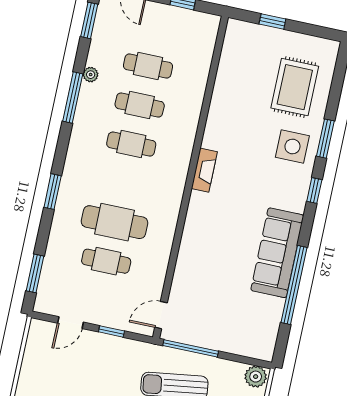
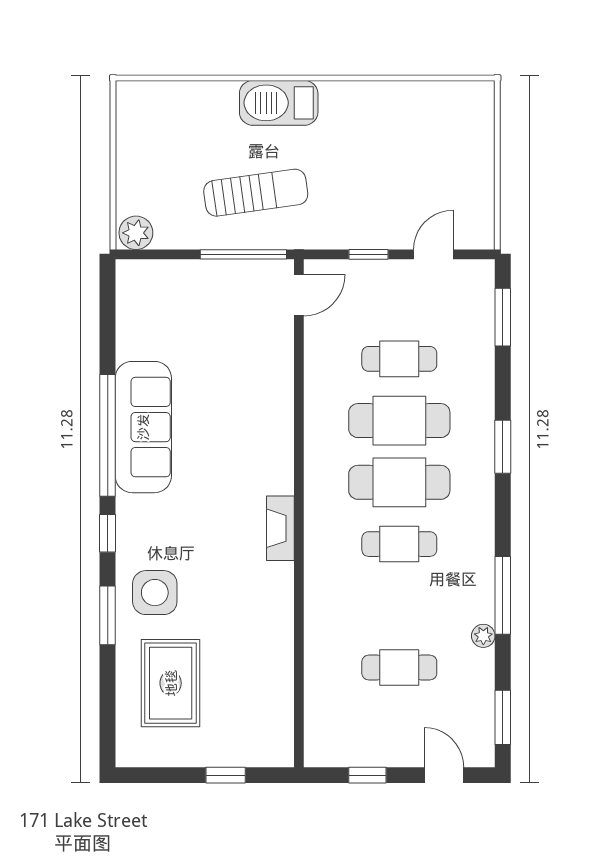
cafe table: (140, 105) -> (399, 482), moved, width x1.37, depth x1.35
window: (294, 285) -> (108, 435), moved

